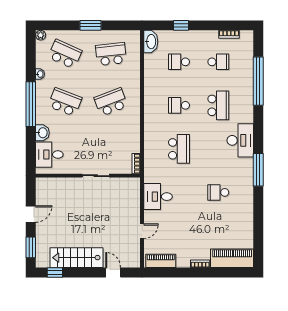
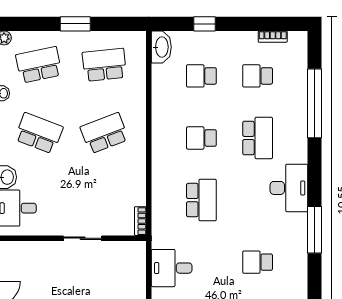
school desk: (65, 54) -> (39, 65), turned -36
school desk: (218, 62) -> (258, 76), turned 180

